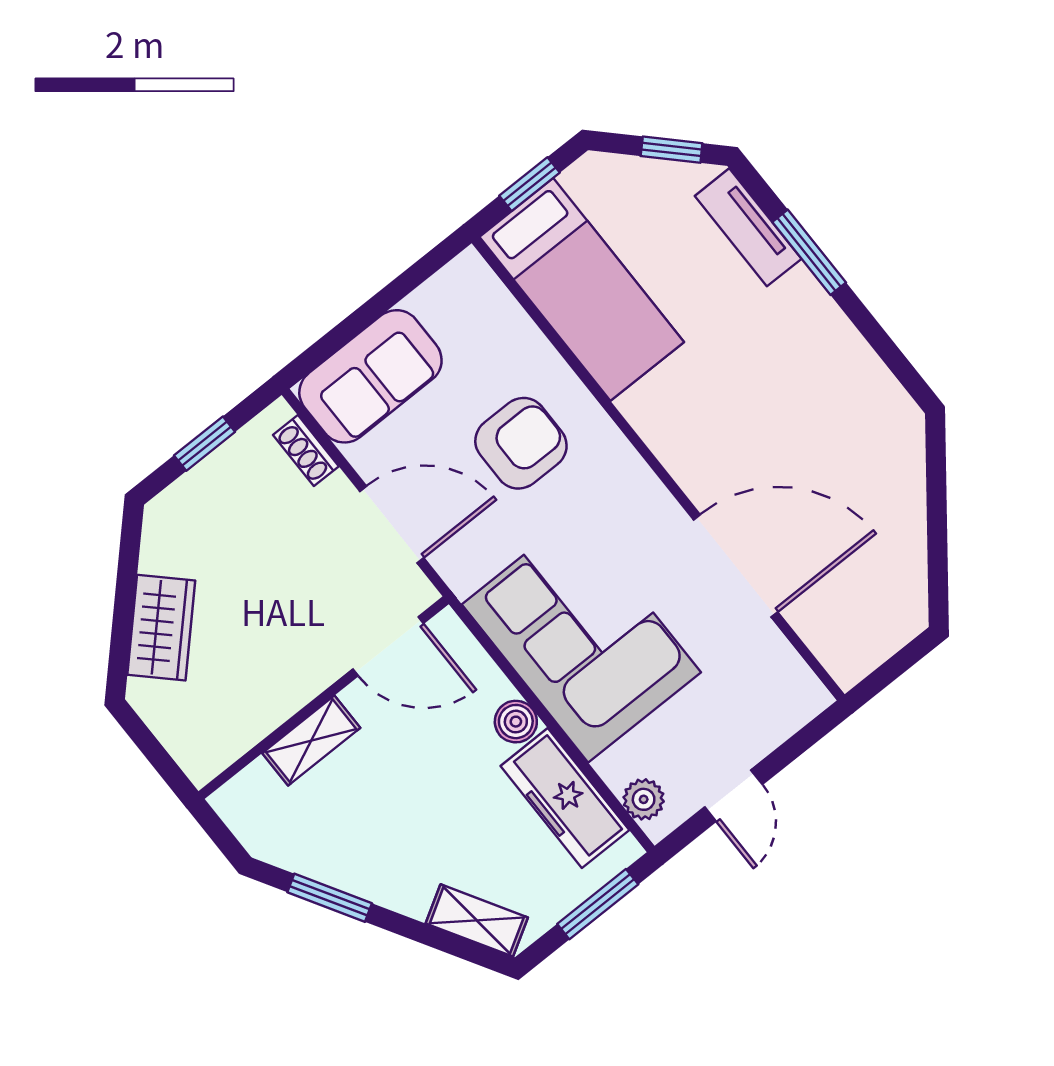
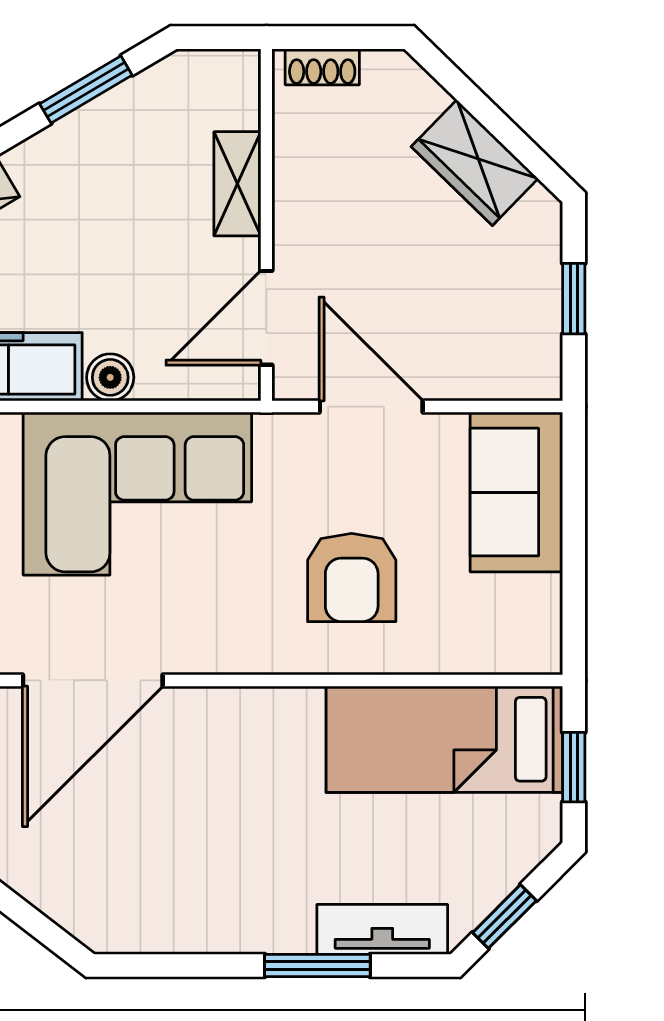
shoe rack: (306, 451) -> (322, 67), moved, turned 180
door: (392, 525) -> (371, 407), swing flipped
wardrobe: (161, 628) -> (475, 163), moved

